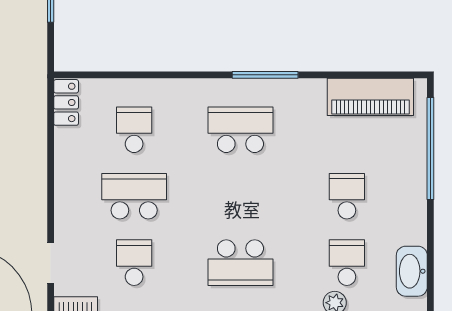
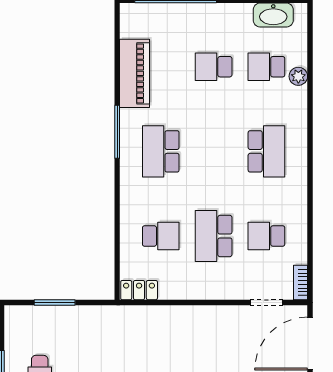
piano: (370, 97) -> (135, 73), moved
school desk: (134, 130) -> (161, 236), turned 180

